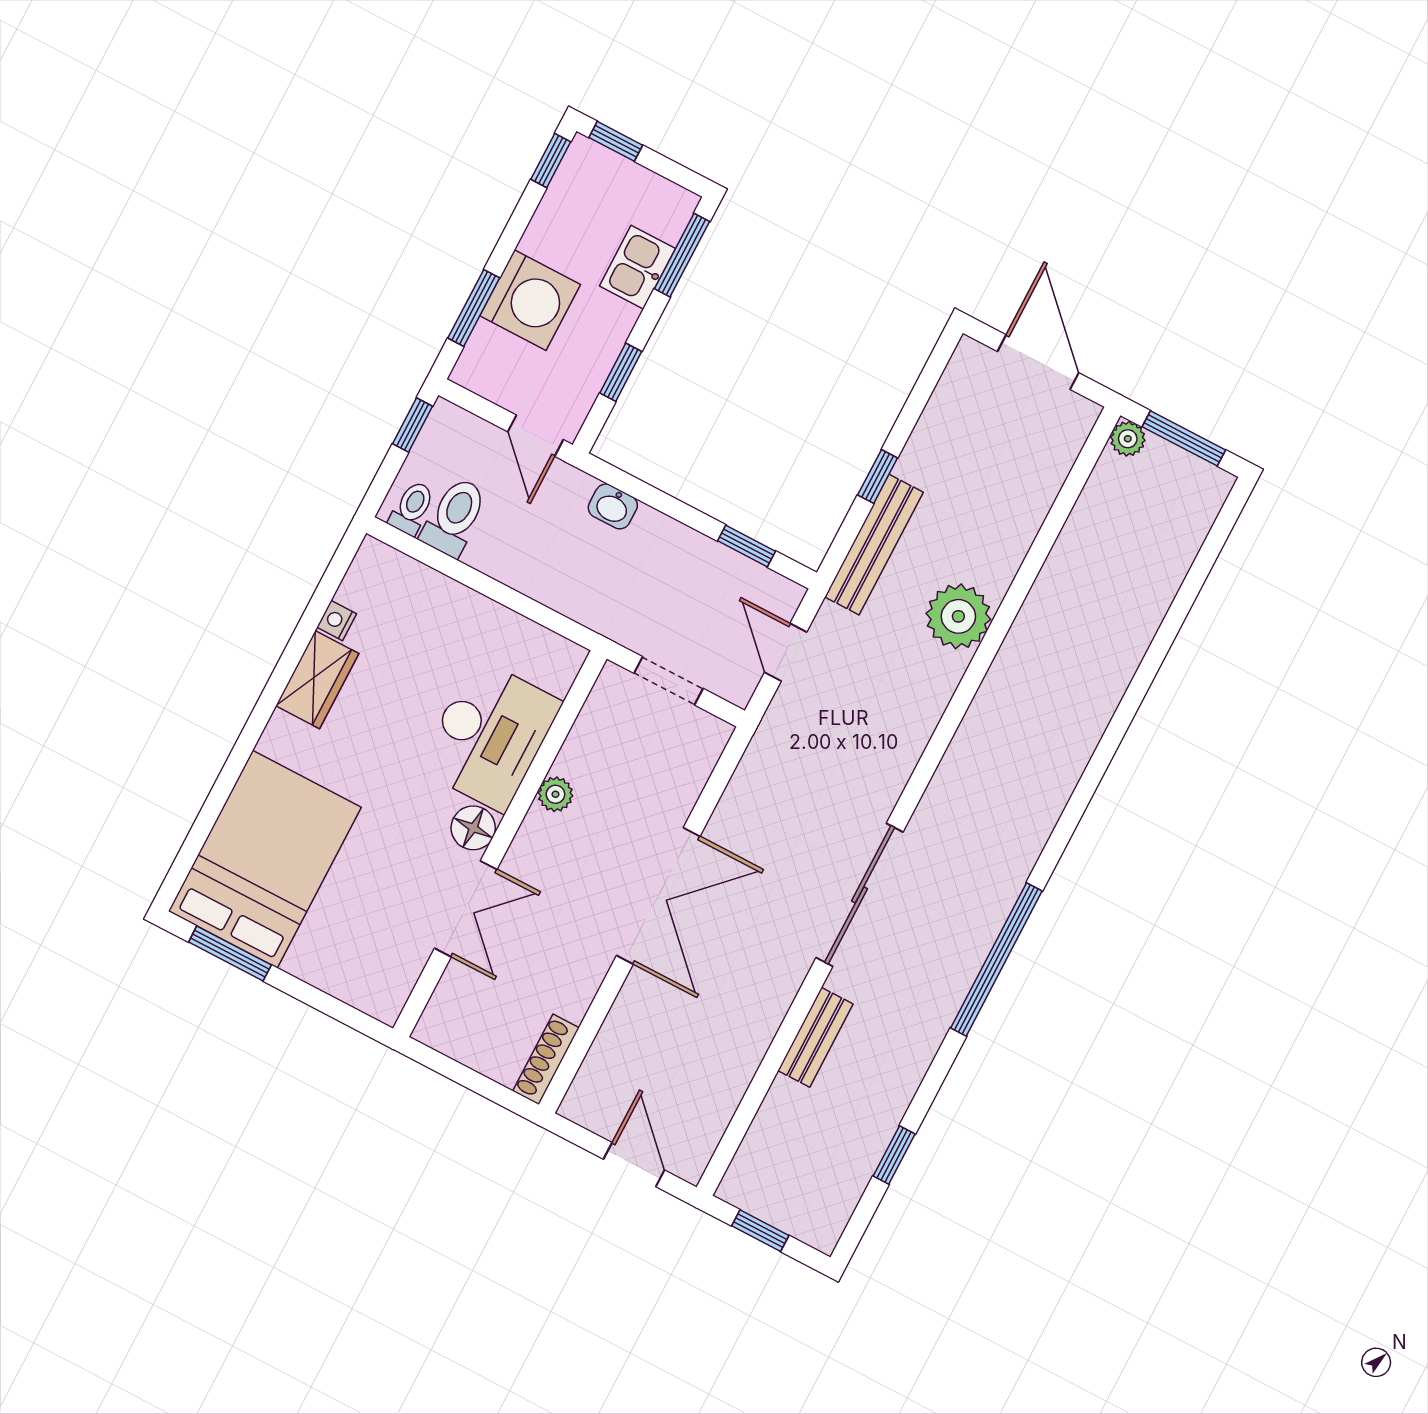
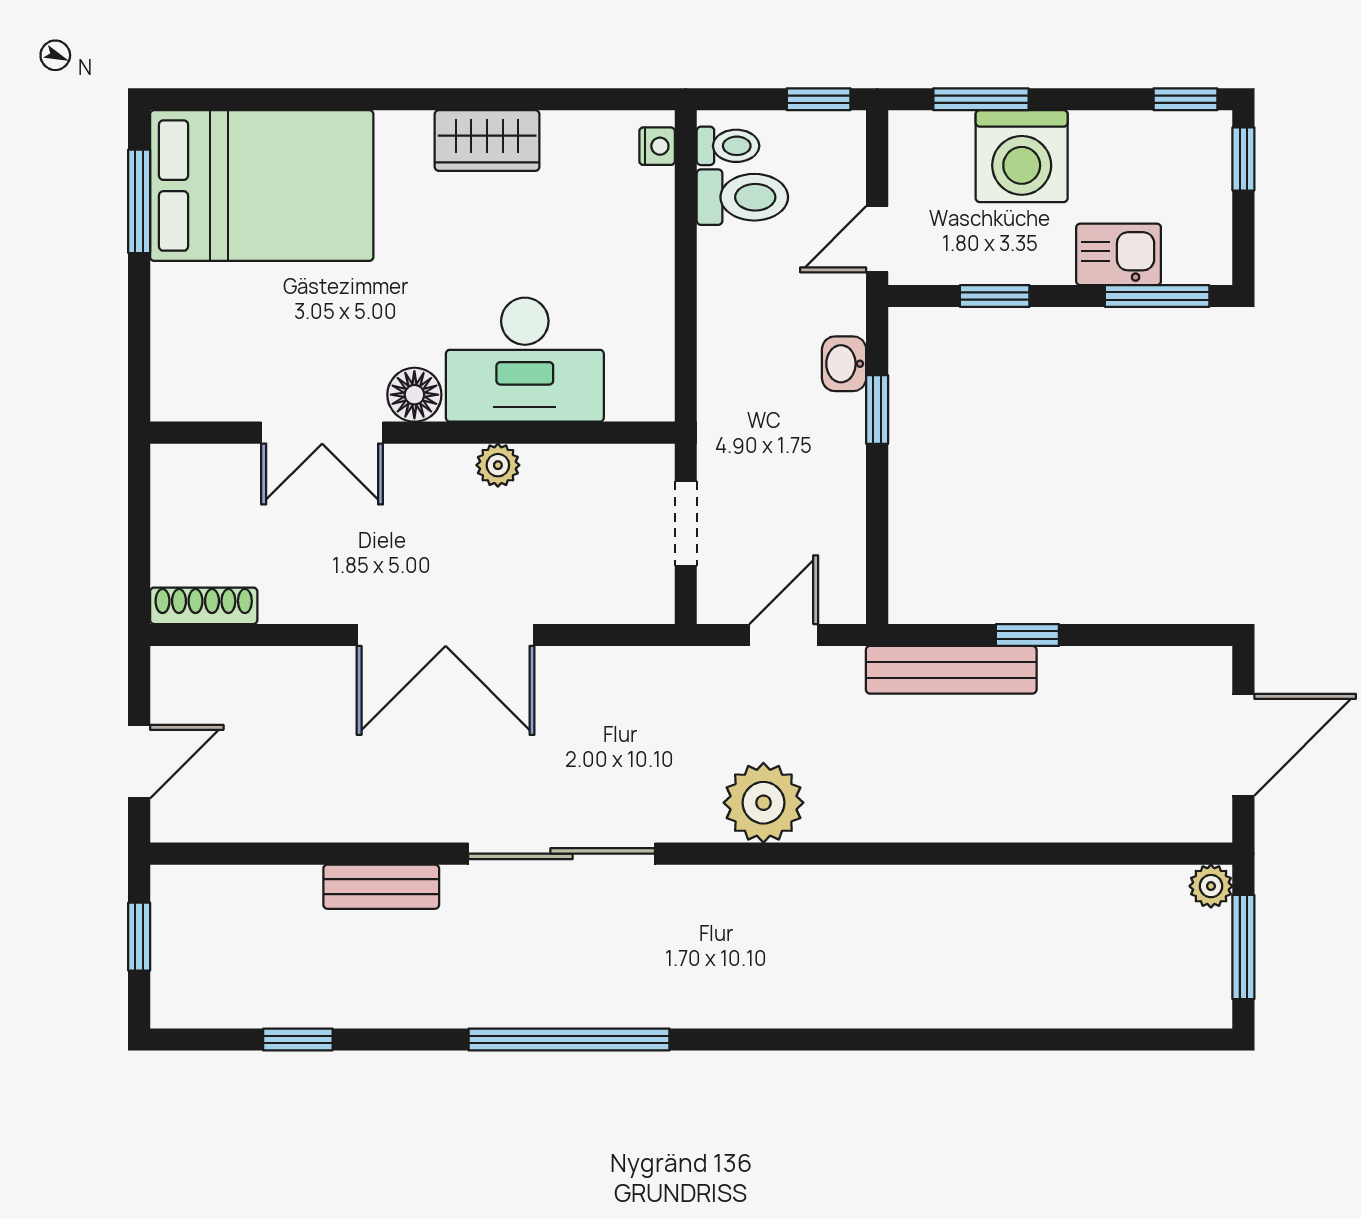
window: (747, 546) -> (877, 409), moved
plant: (958, 616) -> (763, 803), moved
nightstand: (337, 620) -> (657, 146), moved, turned 90

